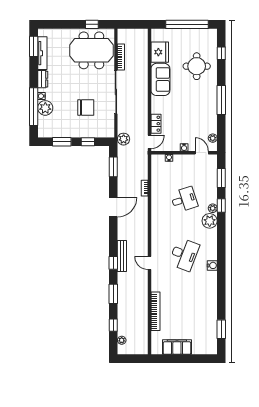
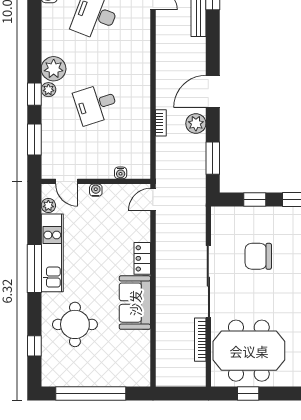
fridge: (160, 52) -> (136, 348), removed
kitchen unit: (210, 109) -> (52, 253), added
locker: (156, 124) -> (142, 258), moved
plant: (124, 139) -> (196, 123), moved

